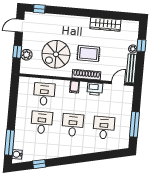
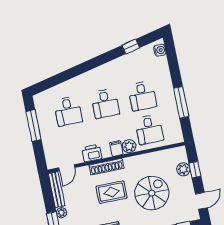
spiral stairs: (56, 54) -> (152, 193), moved
plant: (64, 86) -> (129, 146), added
window: (9, 142) -> (181, 102), moved

